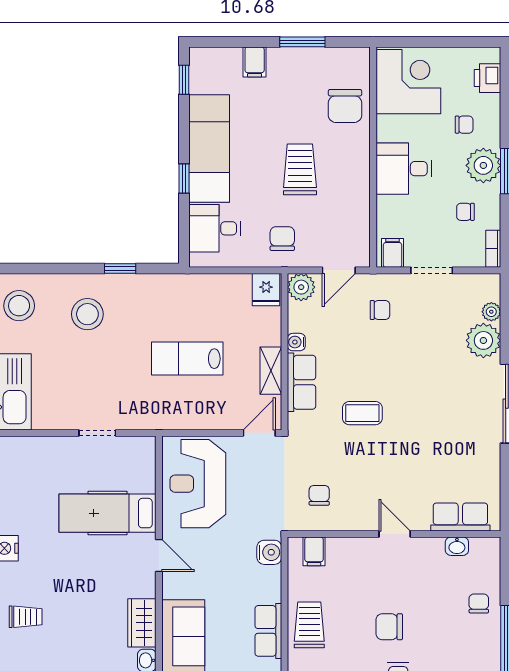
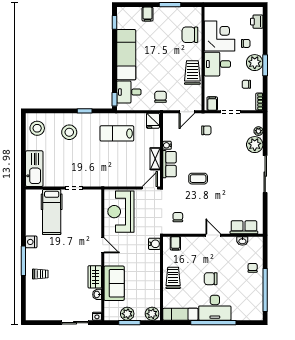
corner desk: (408, 82) -> (220, 36), moved
chair: (345, 106) -> (190, 35), turned 90
trolley: (300, 169) -> (192, 73), moved
window: (184, 178) -> (114, 99), moved
plant: (301, 287) -> (169, 120), removed
lab bench: (187, 359) -> (117, 133), moved
hospital bed: (108, 513) -> (52, 212), moved, turned -90
row of seats: (268, 631) -> (154, 281), removed

